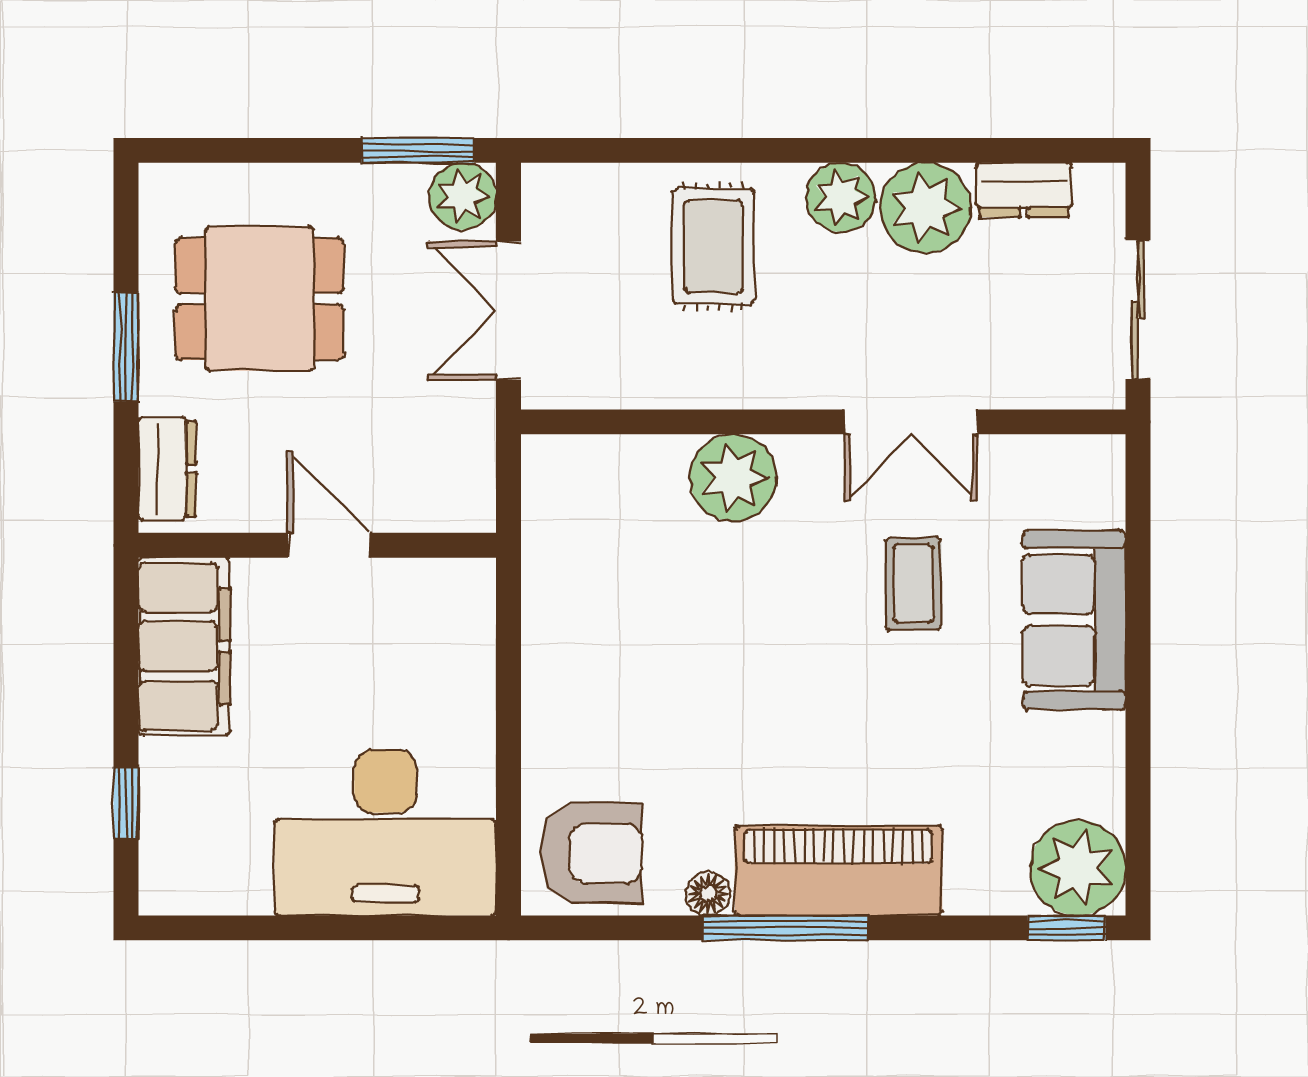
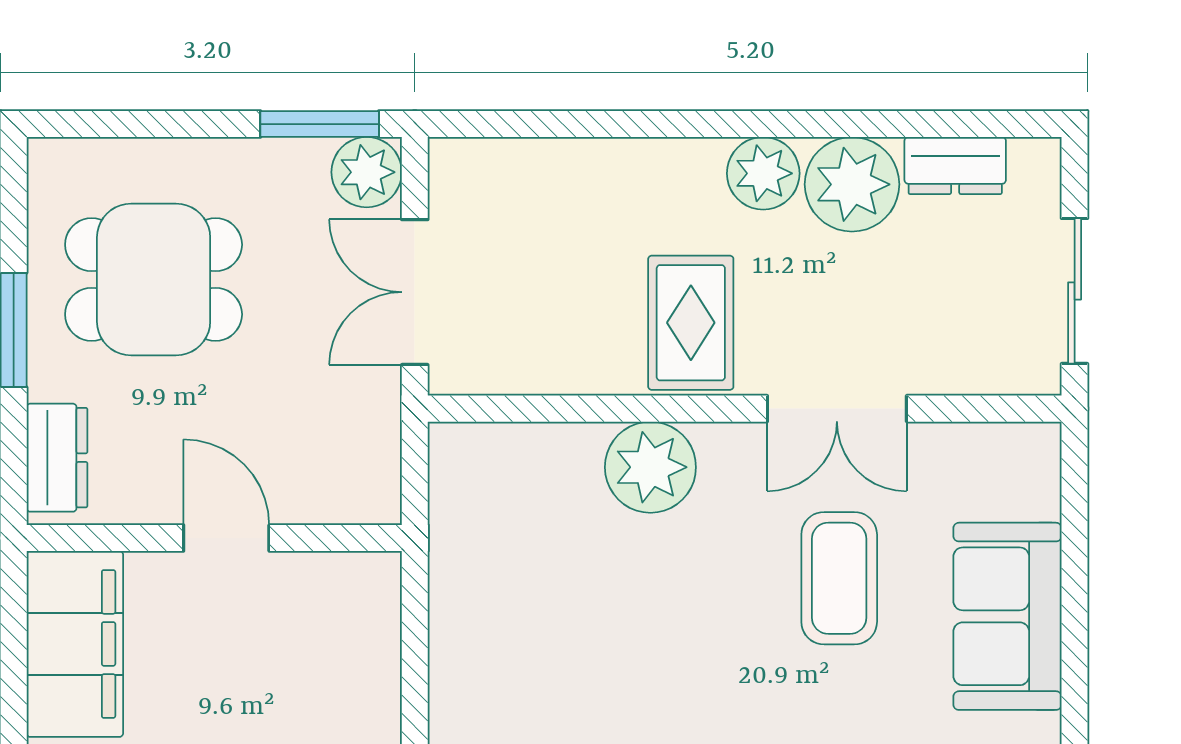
rug: (713, 247) -> (691, 323), moved
coffee table: (913, 584) -> (839, 578), width x1.36, depth x1.30

